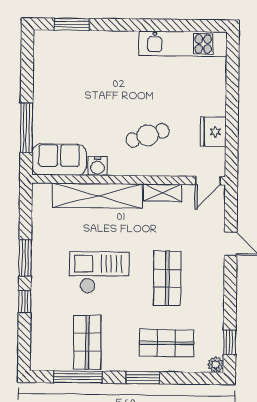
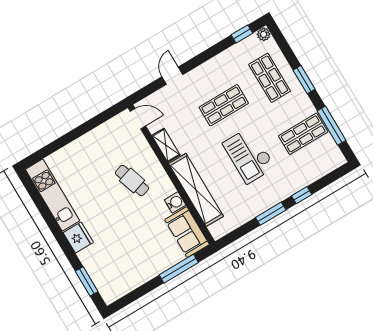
fridge: (213, 132) -> (78, 238), moved, turned -90

